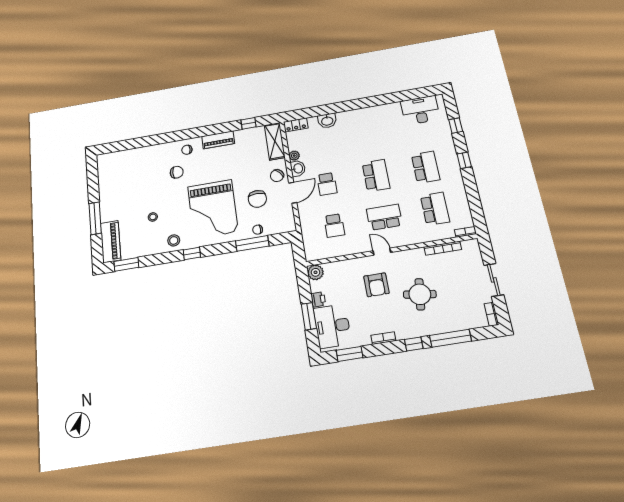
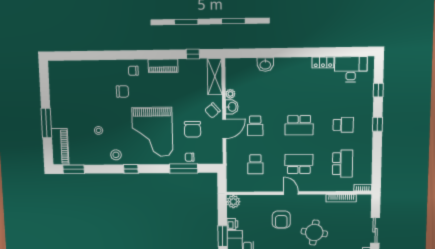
locker: (296, 125) -> (323, 62), moved
school desk: (426, 167) -> (343, 125), width x0.54
school desk: (376, 176) -> (299, 125), turned 90

